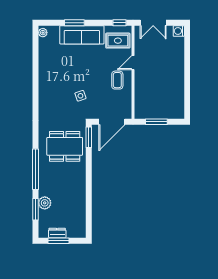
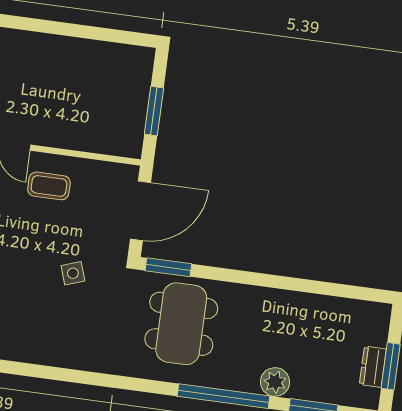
door: (112, 122) -> (140, 211), hinge flipped
plant: (45, 203) -> (275, 382), moved

